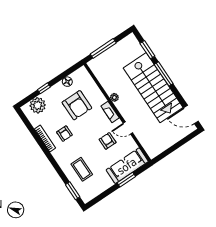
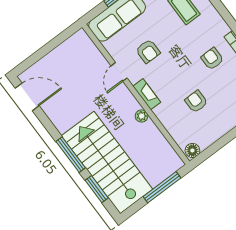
floor lamp: (67, 82) -> (192, 150), moved
stairs: (153, 88) -> (107, 162), moved
armchair: (77, 105) -> (196, 102), width x0.53, depth x0.53
door: (128, 128) -> (119, 72), swing flipped

